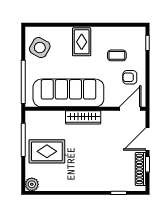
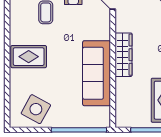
sofa: (68, 93) -> (97, 73), width x0.74, depth x0.79

